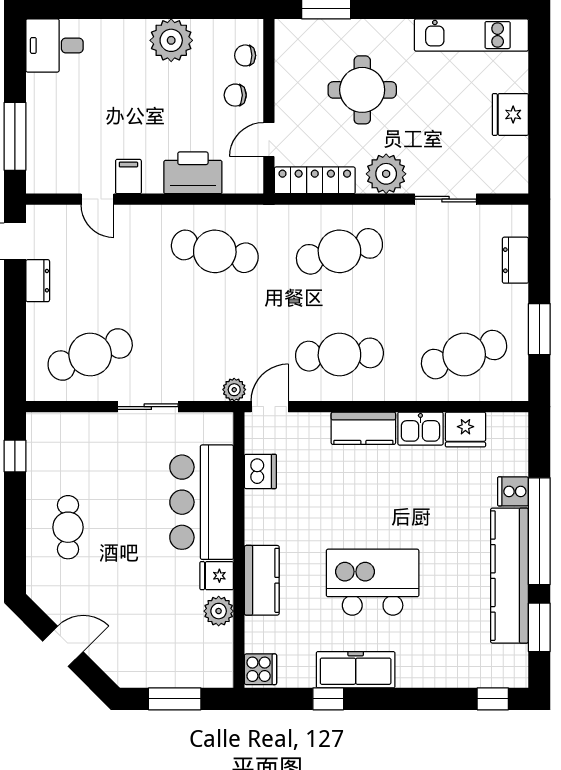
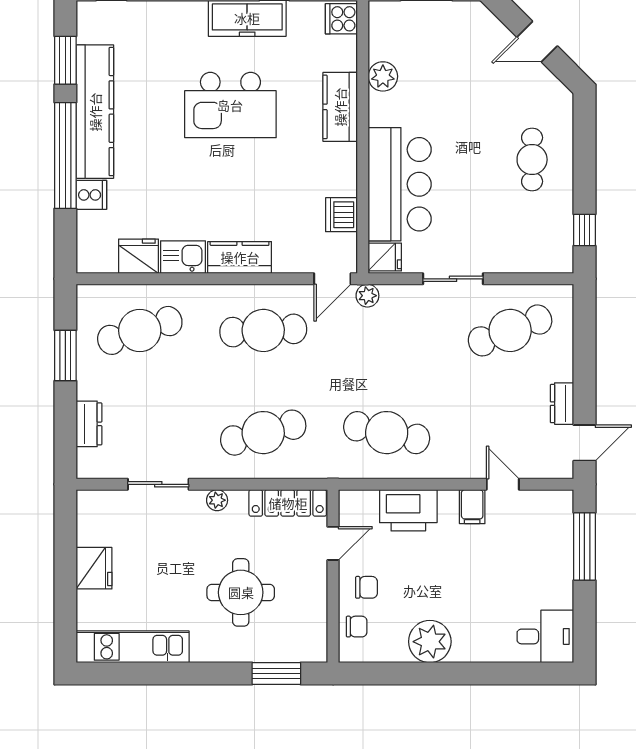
plant: (386, 174) -> (217, 500), width x0.53, depth x0.53
fridge: (217, 576) -> (385, 257), moved

